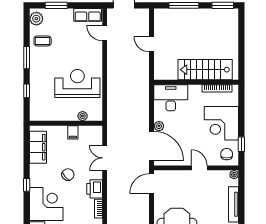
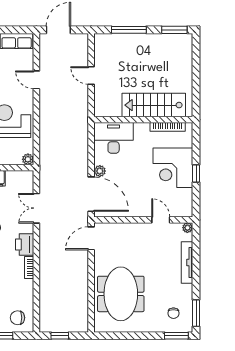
door: (105, 33) -> (36, 80), moved
plant: (83, 116) -> (28, 159), moved
window: (241, 144) -> (196, 174), moved
chair: (227, 154) -> (179, 204), removed
door: (199, 168) -> (161, 220), moved

